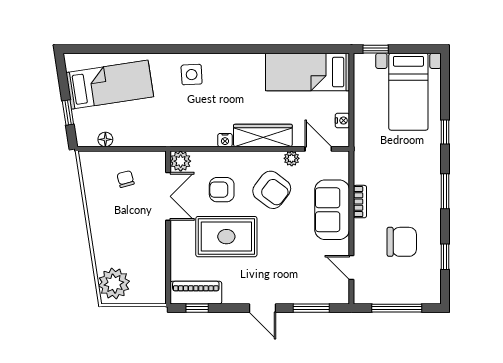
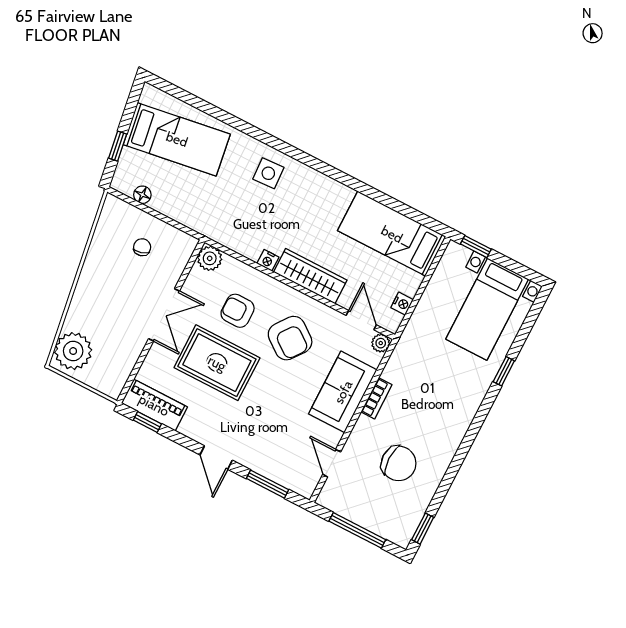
plant: (292, 158) -> (381, 343), moved
window: (445, 191) -> (472, 434), removed
double door: (168, 196) -> (164, 315), moved
window: (445, 257) -> (423, 529), moved

